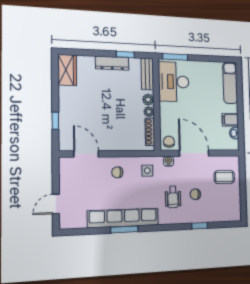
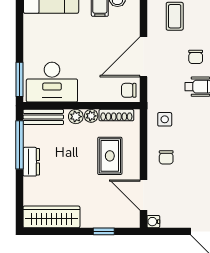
window: (125, 54) -> (20, 145), width x2.17
dresser: (112, 63) -> (31, 162), width x0.70
wardrobe: (67, 70) -> (51, 217), width x1.50
rug: (118, 126) -> (110, 156), added
door: (86, 154) -> (143, 195), hinge flipped
water cooler: (169, 161) -> (153, 222), moved

